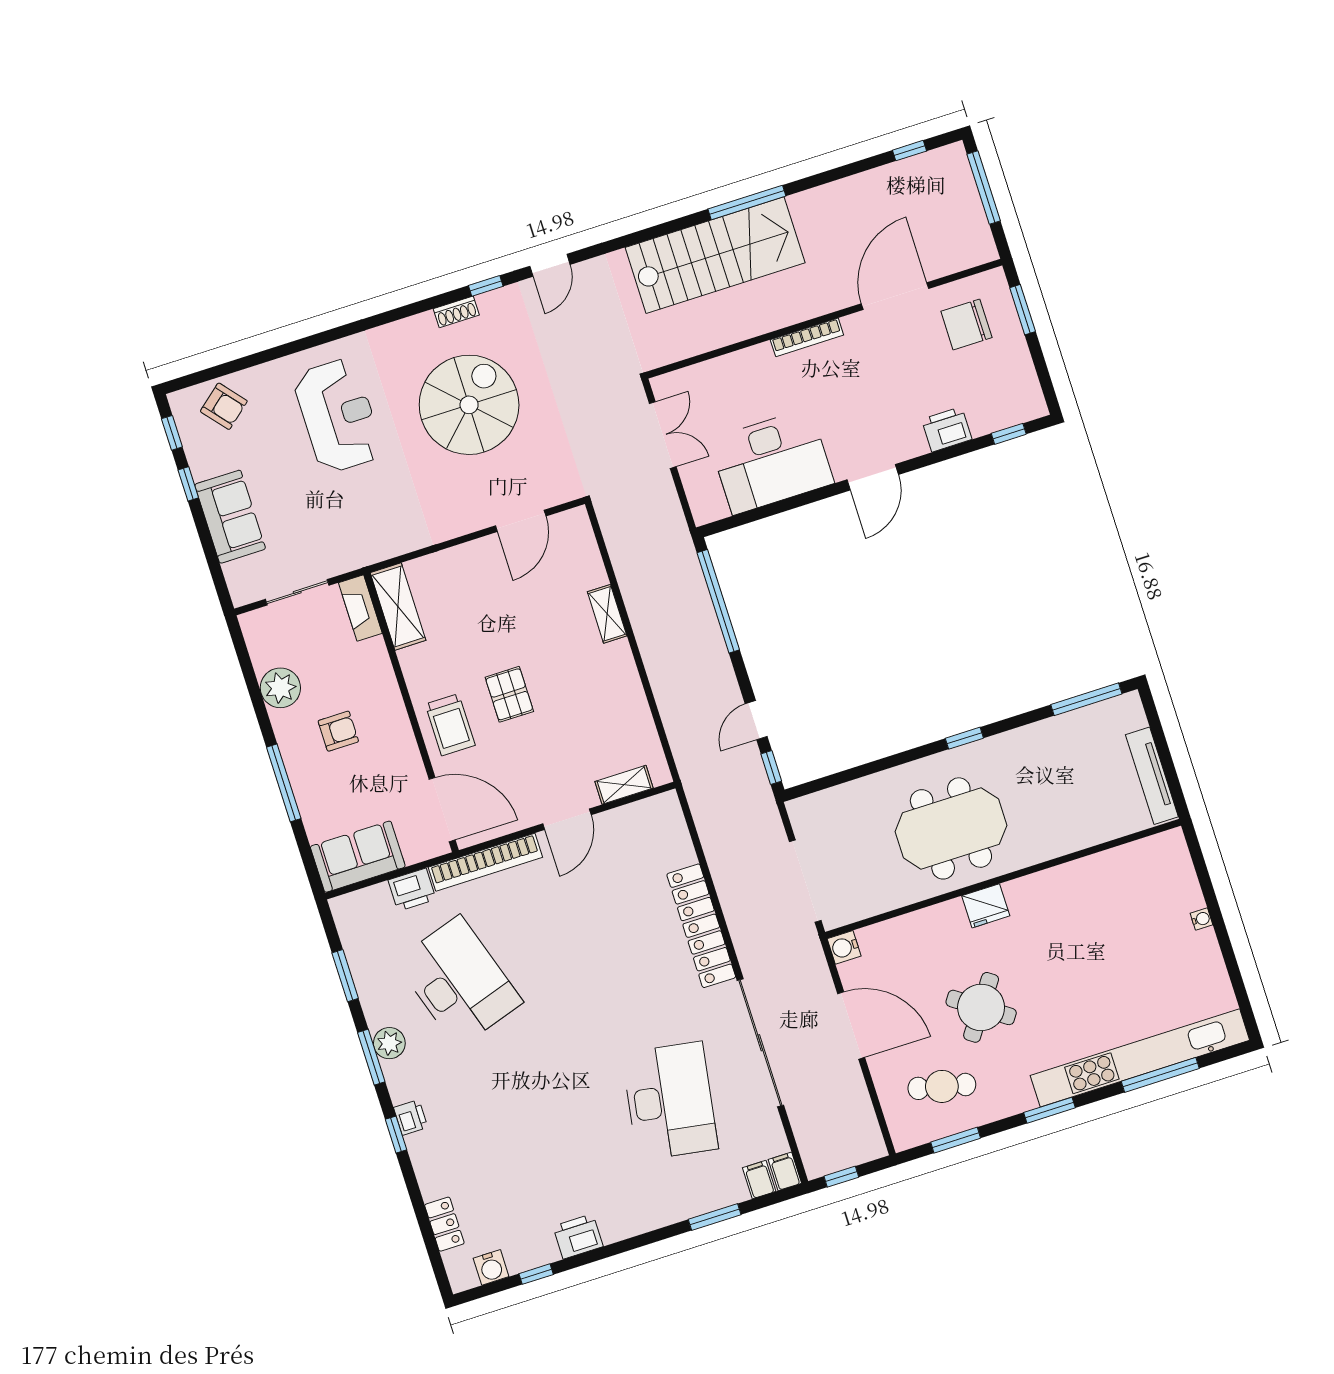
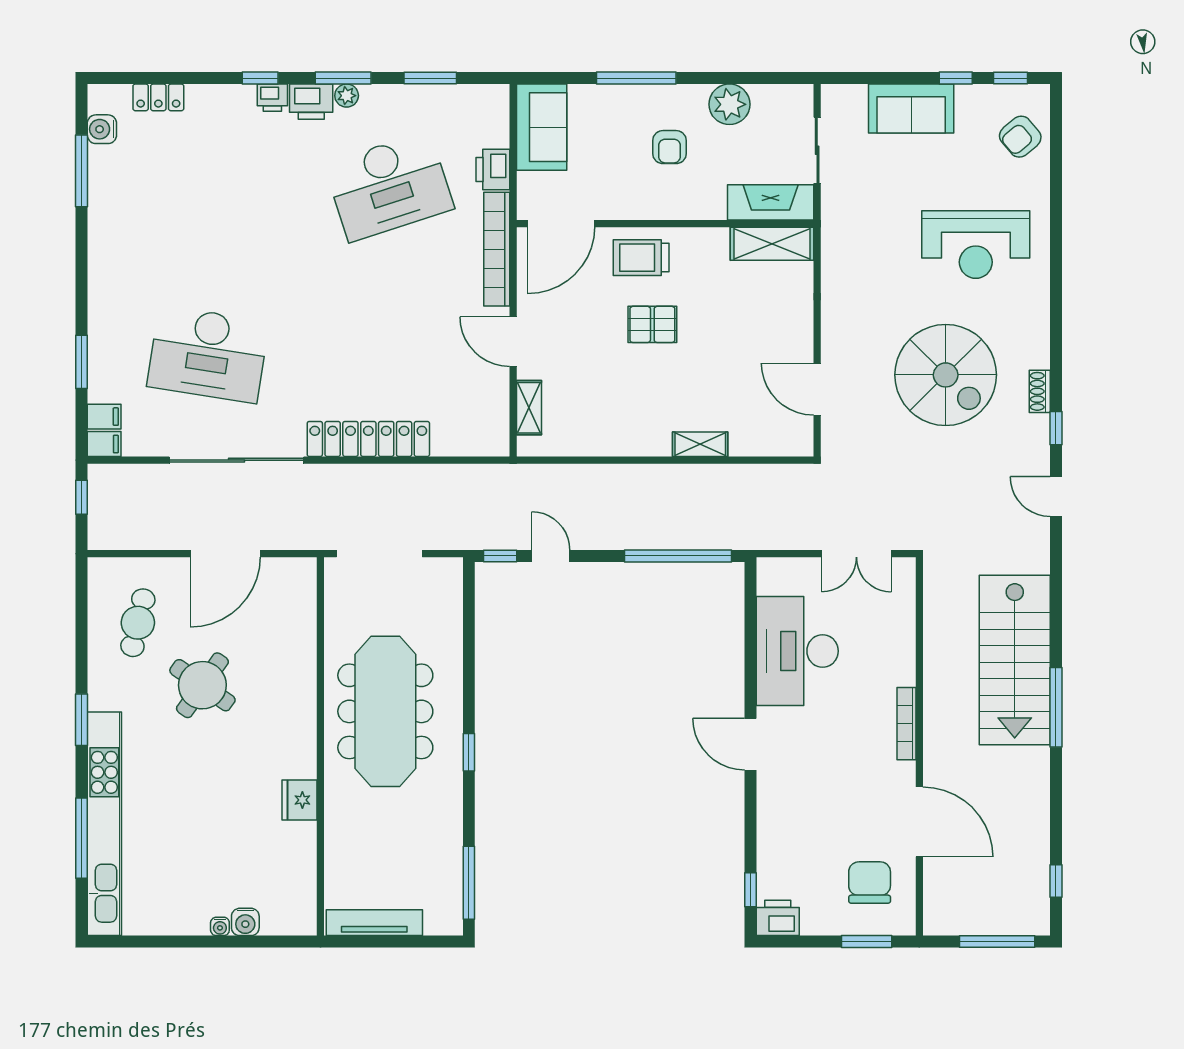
printer: (947, 429) -> (778, 918), moved, turned -90
fireplace: (360, 608) -> (771, 202), width x1.37, depth x1.32
meeting table: (951, 828) -> (385, 711), width x1.36
fridge: (986, 906) -> (300, 800), moved
water cooler: (844, 947) -> (245, 922), moved, turned 180
plant: (389, 1043) -> (347, 96), width x0.73, depth x0.73
window: (956, 1140) -> (82, 619), removed
printer: (578, 1236) -> (311, 102), moved, turned 90
window: (536, 1274) -> (82, 171), width x2.17

